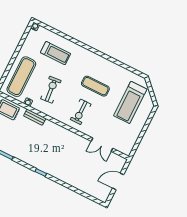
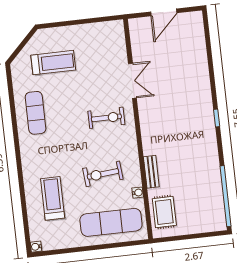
exercise mat: (95, 86) -> (36, 113), moved
treadmill: (130, 102) -> (53, 63), width x0.73, depth x0.73
double door: (102, 145) -> (132, 81), moved
door: (118, 181) -> (164, 12), hinge flipped

